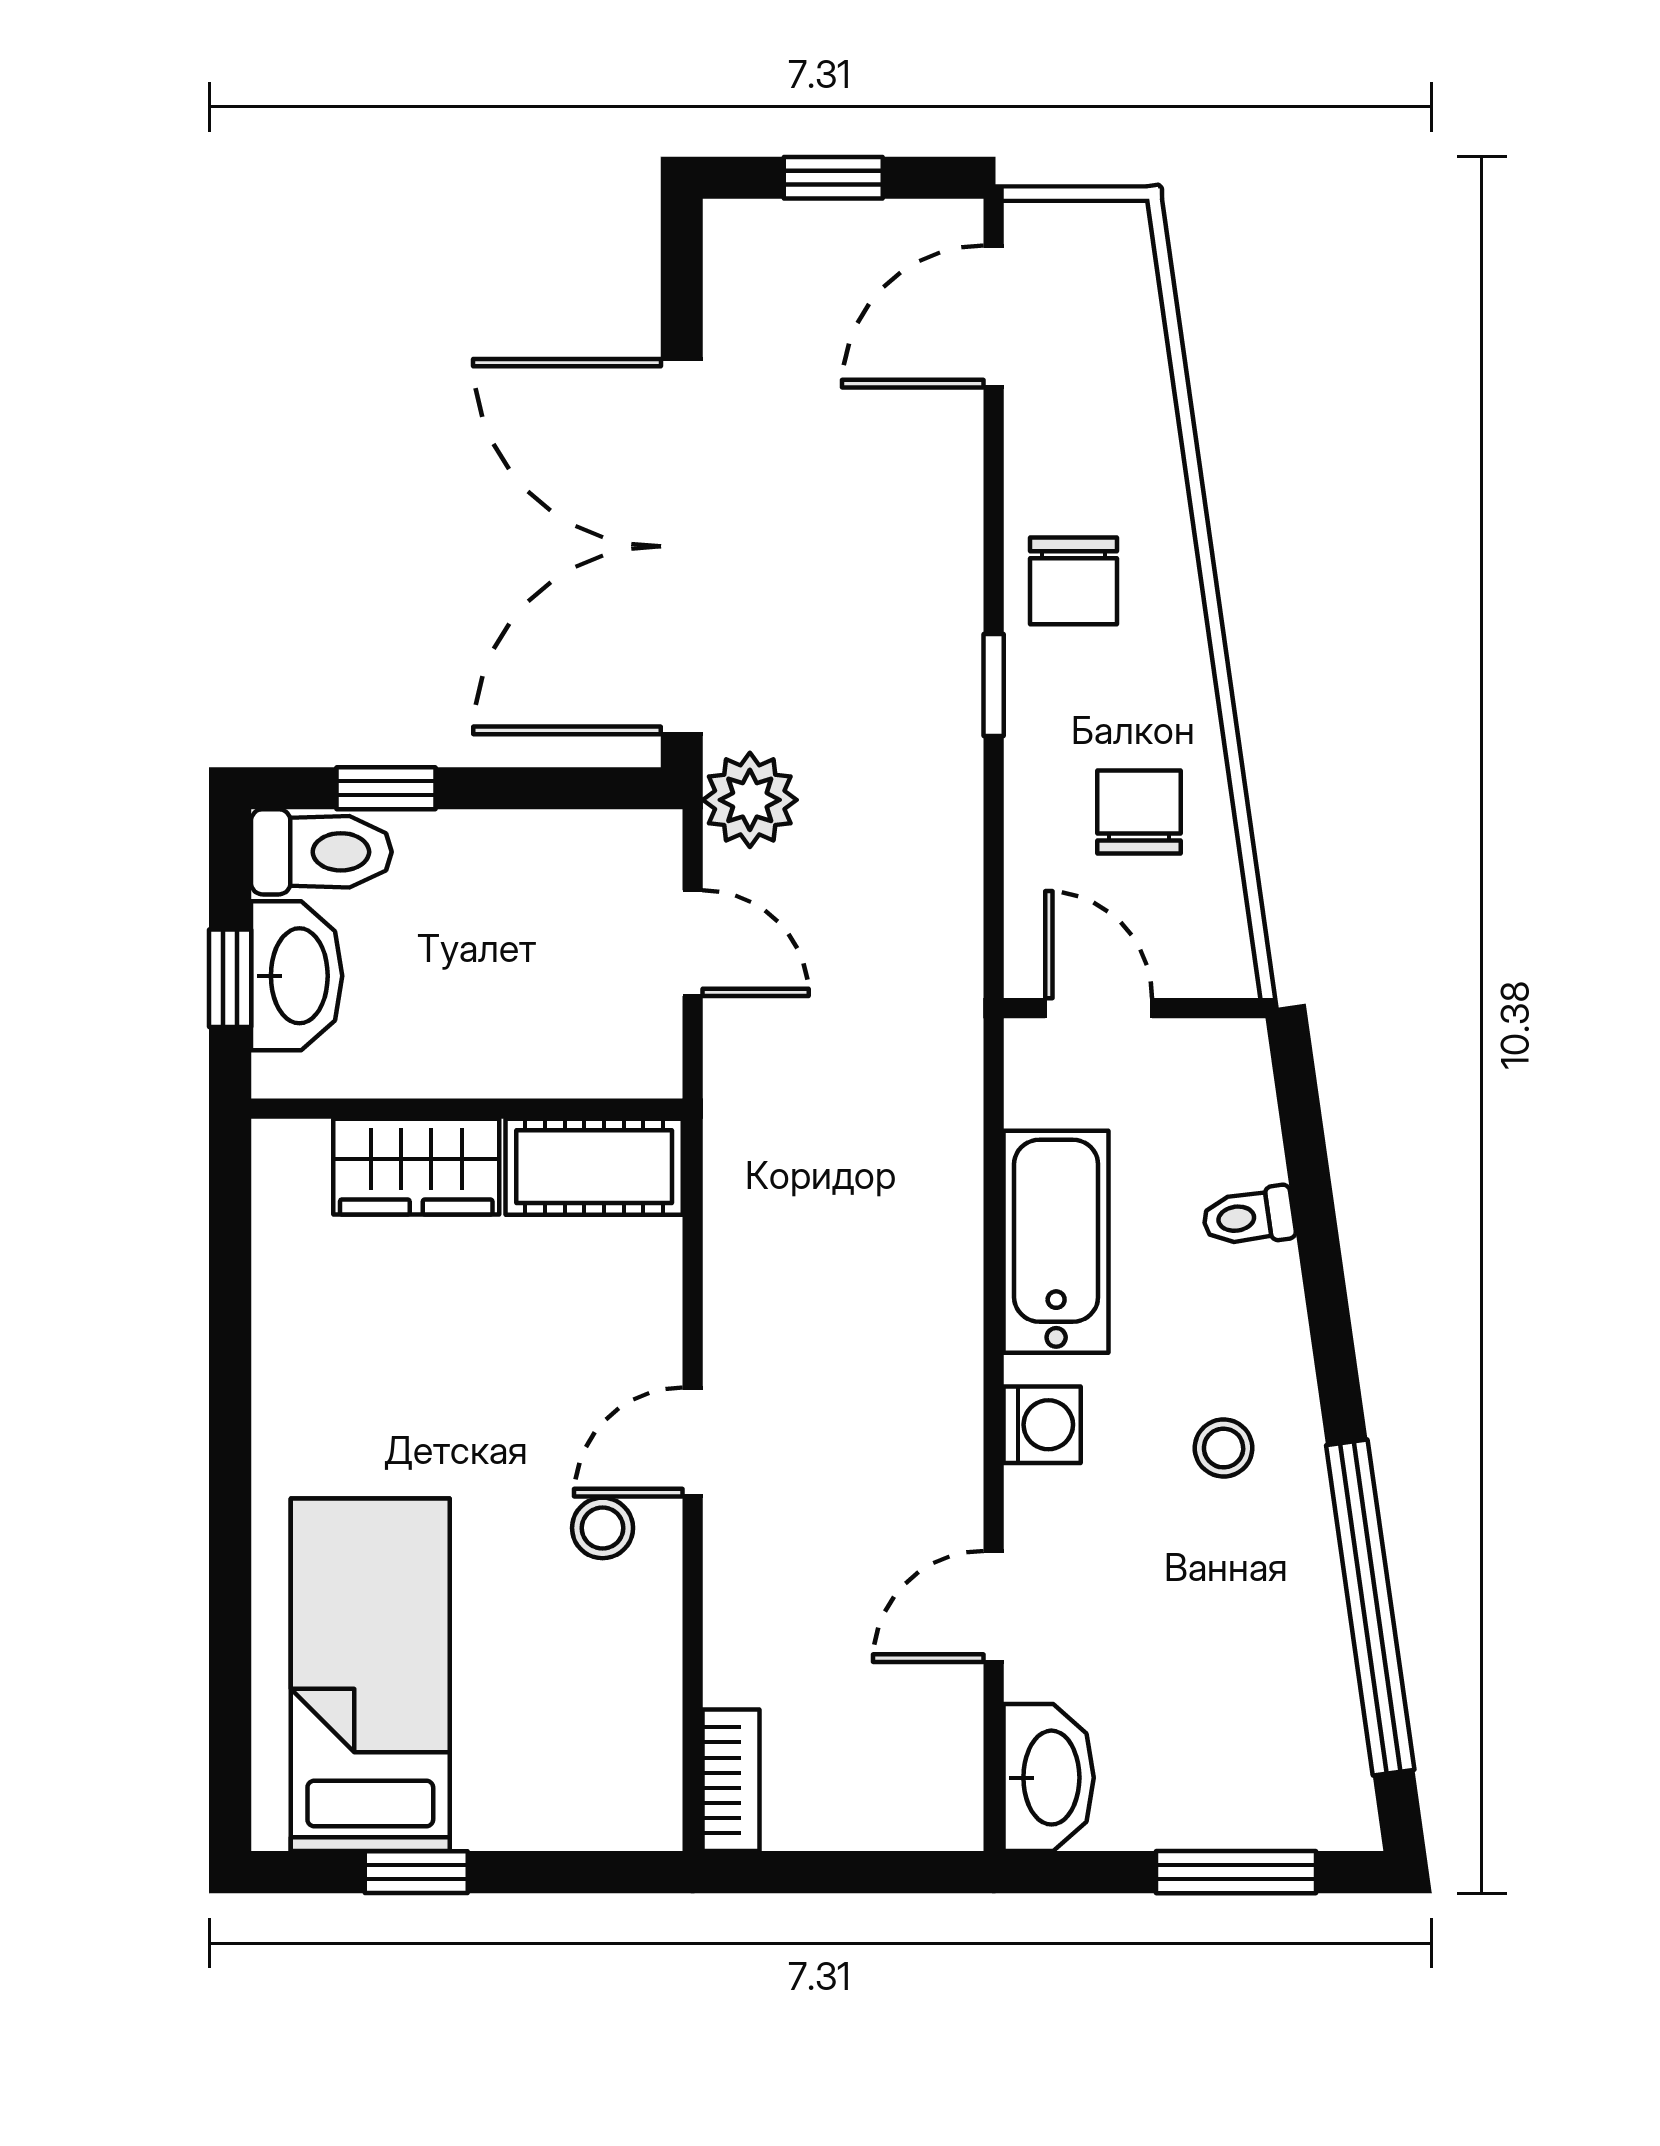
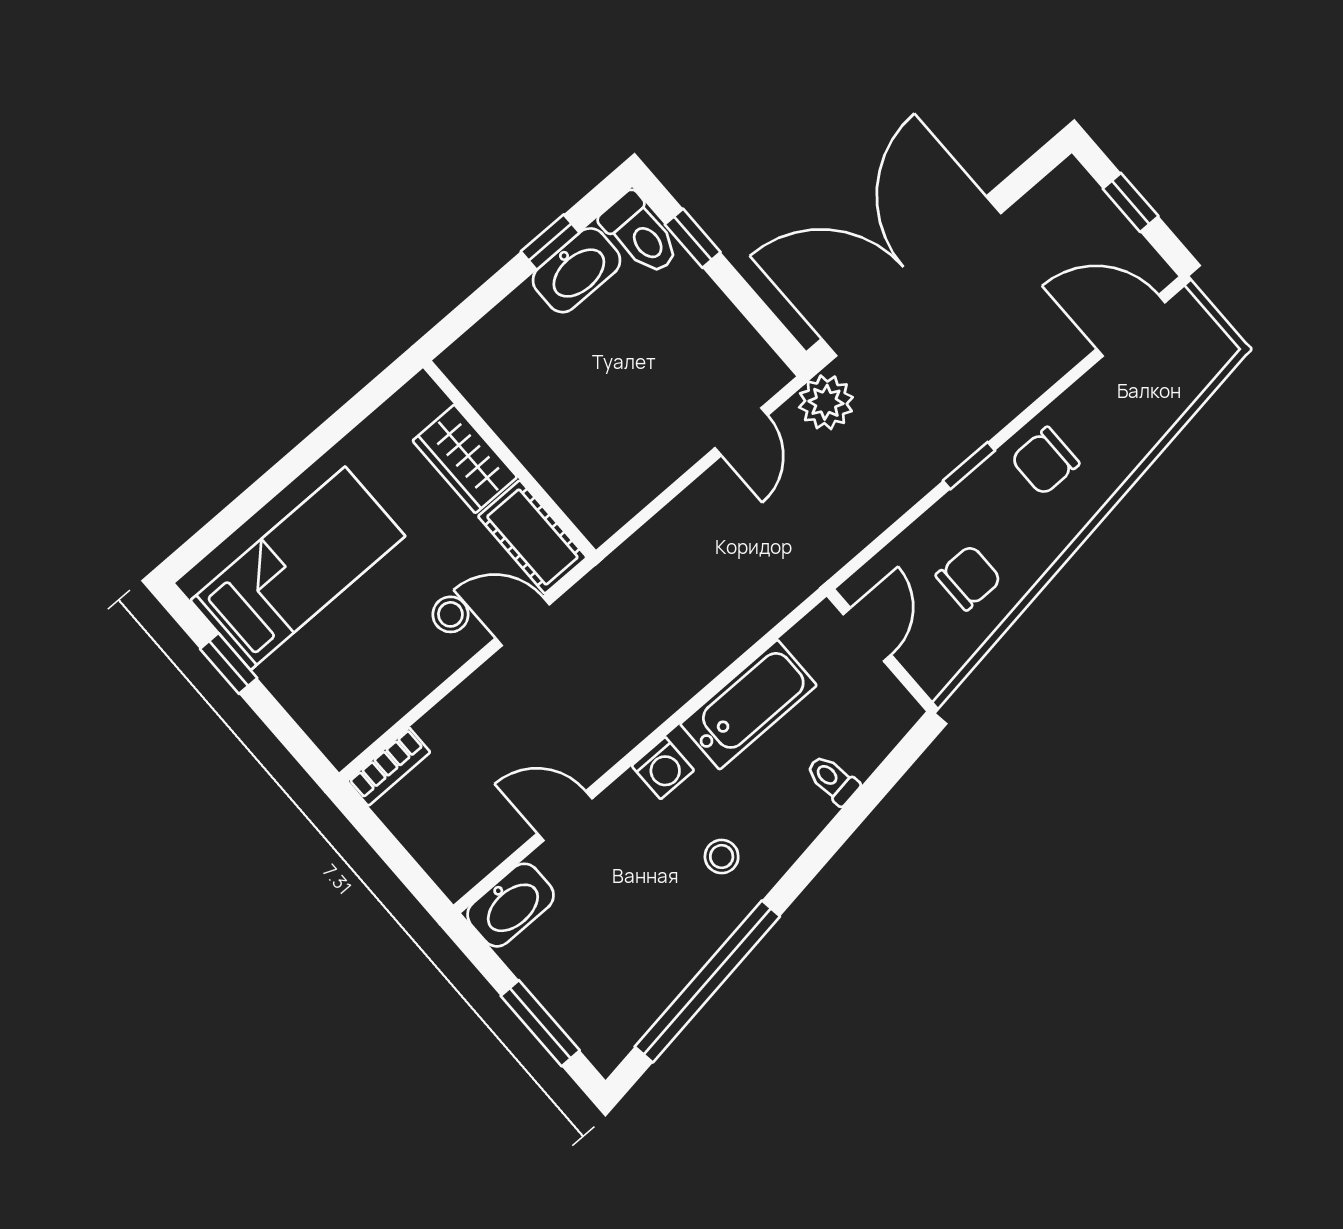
wall: (467, 1109) -> (510, 459), moved
wardrobe: (416, 1167) -> (465, 459), moved
cot: (594, 1167) -> (532, 537), moved

